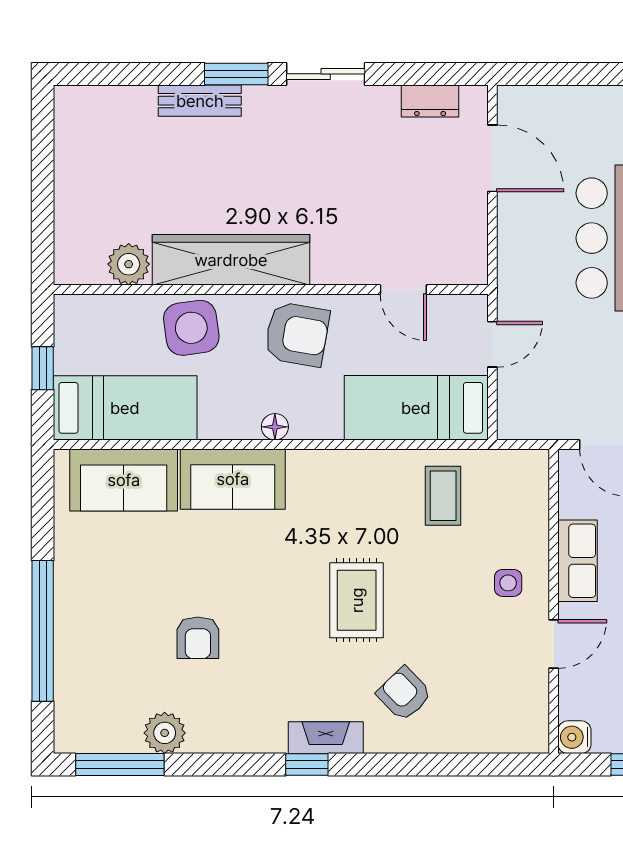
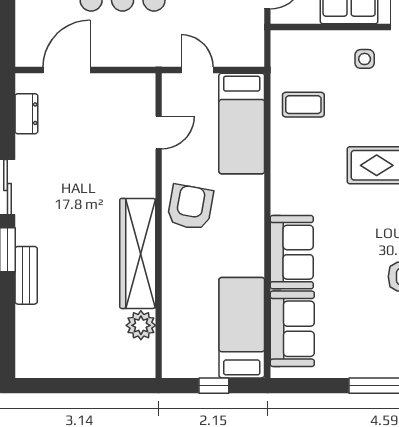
side table: (191, 328) -> (186, 281), removed
floor lamp: (275, 427) -> (255, 223), removed

